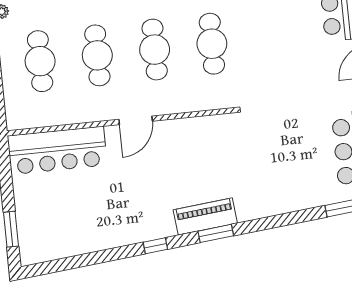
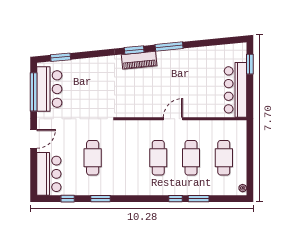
cafe table: (212, 44) -> (93, 158), moved
bar counter: (57, 150) -> (236, 90), moved, turned -90
window: (155, 246) -> (169, 47), width x2.17

